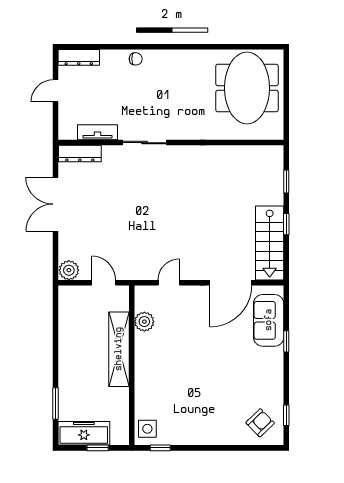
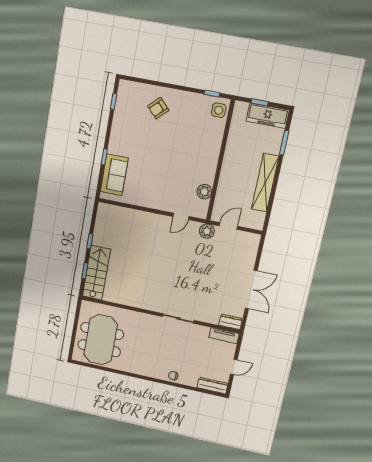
tv unit: (97, 132) -> (224, 336), moved
dresser: (80, 154) -> (230, 322), width x0.70
stairs: (270, 243) -> (96, 273), moved
plant: (69, 270) -> (207, 231), moved
door: (104, 283) -> (228, 226), swing flipped
door: (231, 283) -> (136, 207), removed
shelving: (119, 349) -> (265, 183), moved
armchair: (260, 423) -> (158, 108), moved

